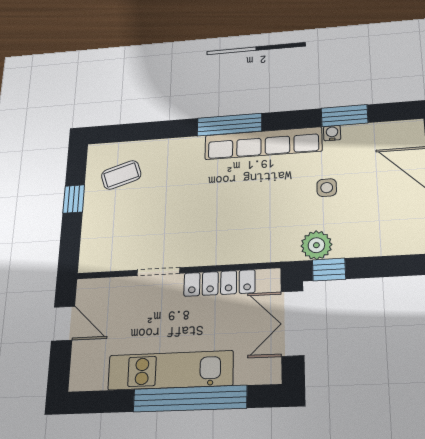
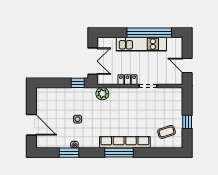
row of seats: (263, 143) -> (125, 142), moved
plant: (316, 245) -> (102, 94), moved
locker: (219, 283) -> (127, 80), width x0.66
window: (190, 399) -> (149, 33), moved

